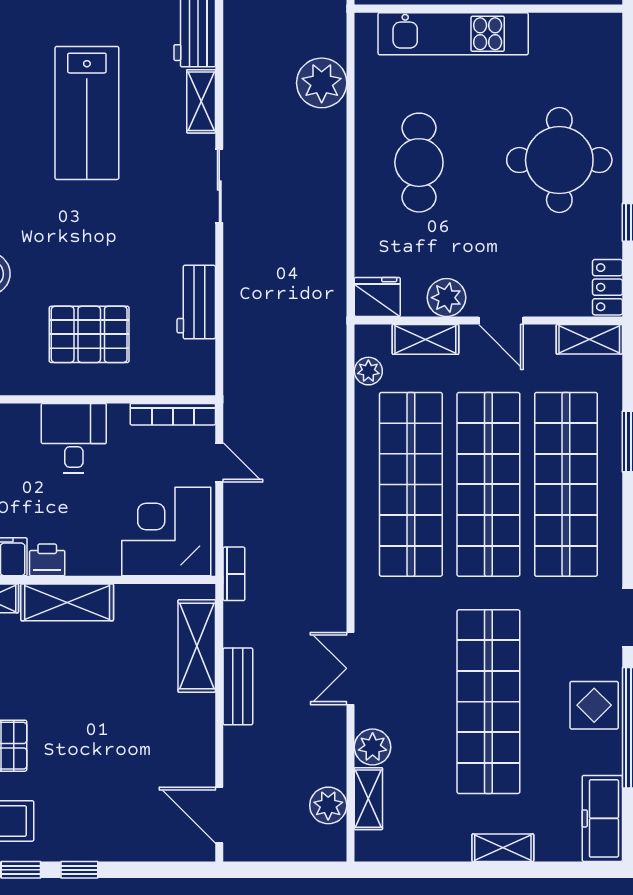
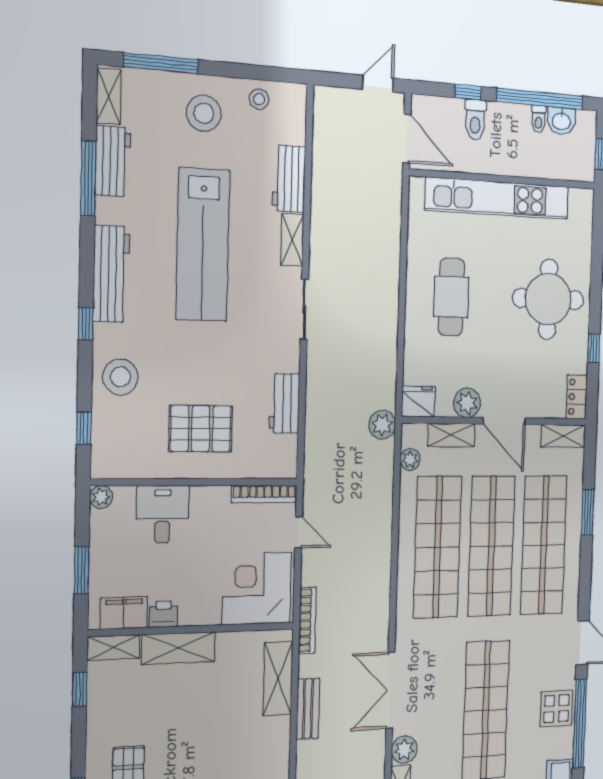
kitchen unit: (453, 34) -> (498, 198), width x1.36
plant: (322, 83) -> (382, 425), moved, width x0.73, depth x0.73
lab bench: (87, 113) -> (203, 245), width x1.36
door: (501, 321) -> (504, 421), width x1.37
desk: (74, 438) -> (163, 514), moved
bookcase: (234, 574) -> (307, 620), width x1.56
double door: (351, 668) -> (390, 690), width x1.37

